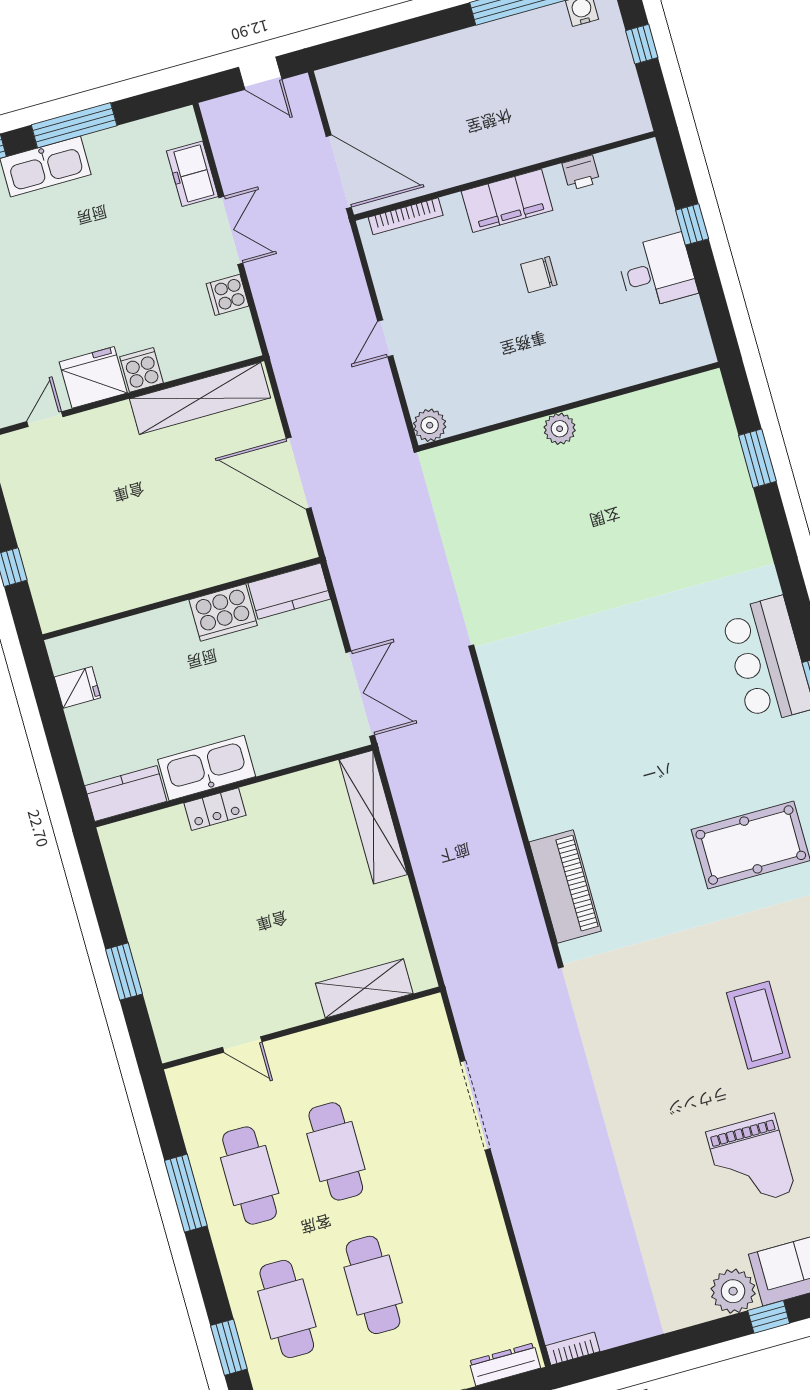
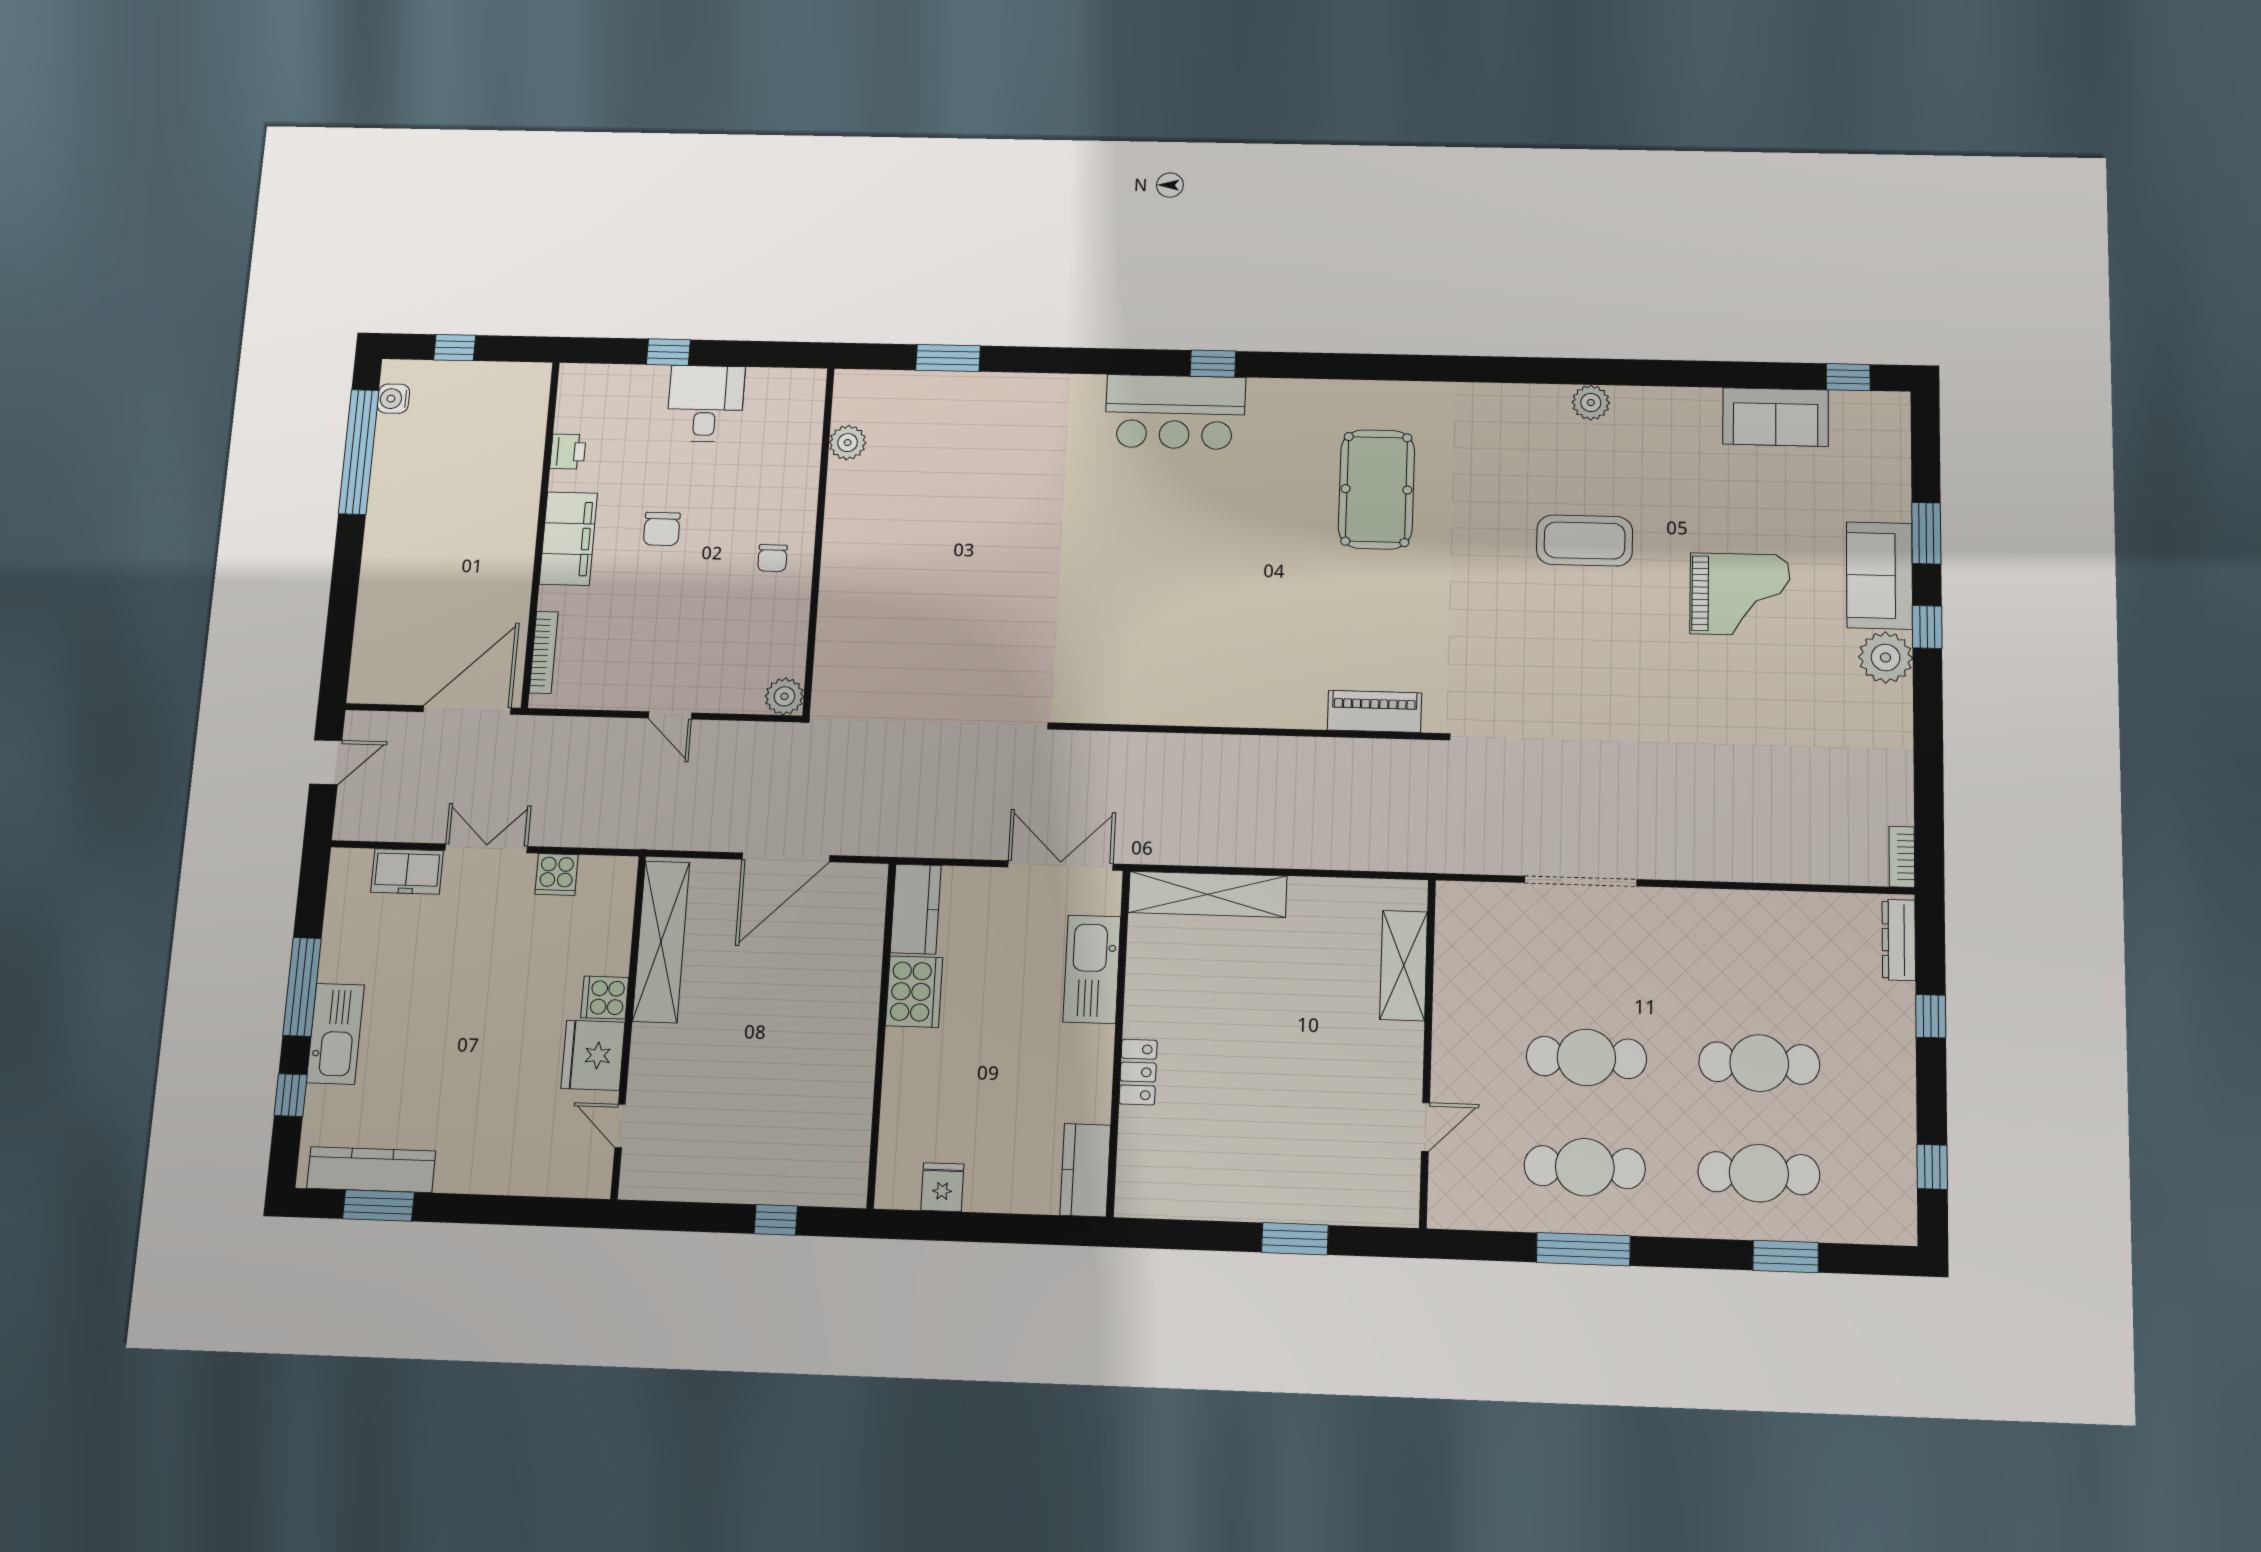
chair: (542, 374) -> (772, 558), added
plant: (560, 429) -> (848, 443), moved
kitchen sink: (207, 768) -> (1092, 969), moved
piano: (565, 886) -> (1374, 711), width x0.73, depth x0.75

